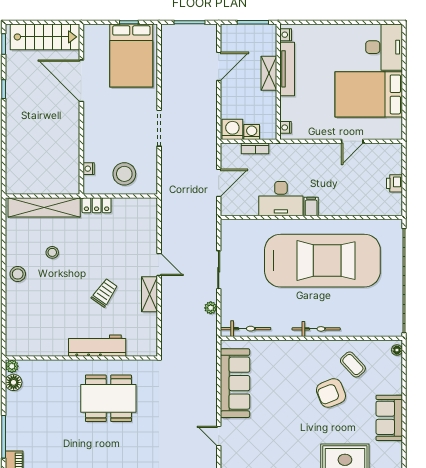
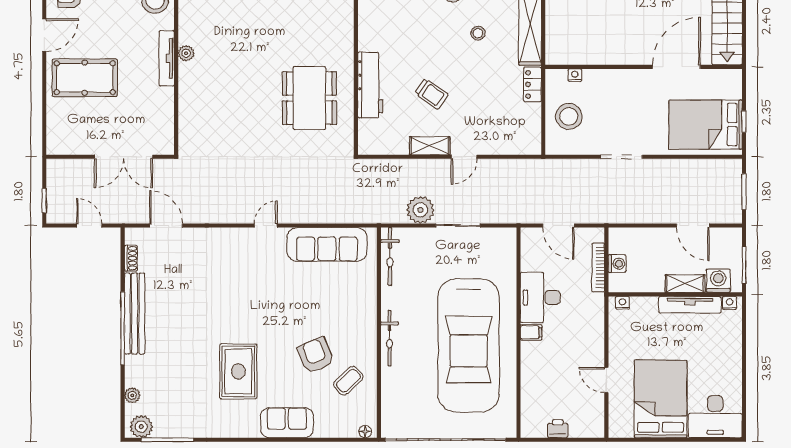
washing machine: (232, 129) -> (718, 281), moved, turned -90
bookcase: (255, 148) -> (598, 268), width x1.56
plant: (211, 308) -> (420, 210), width x1.88, depth x1.88

